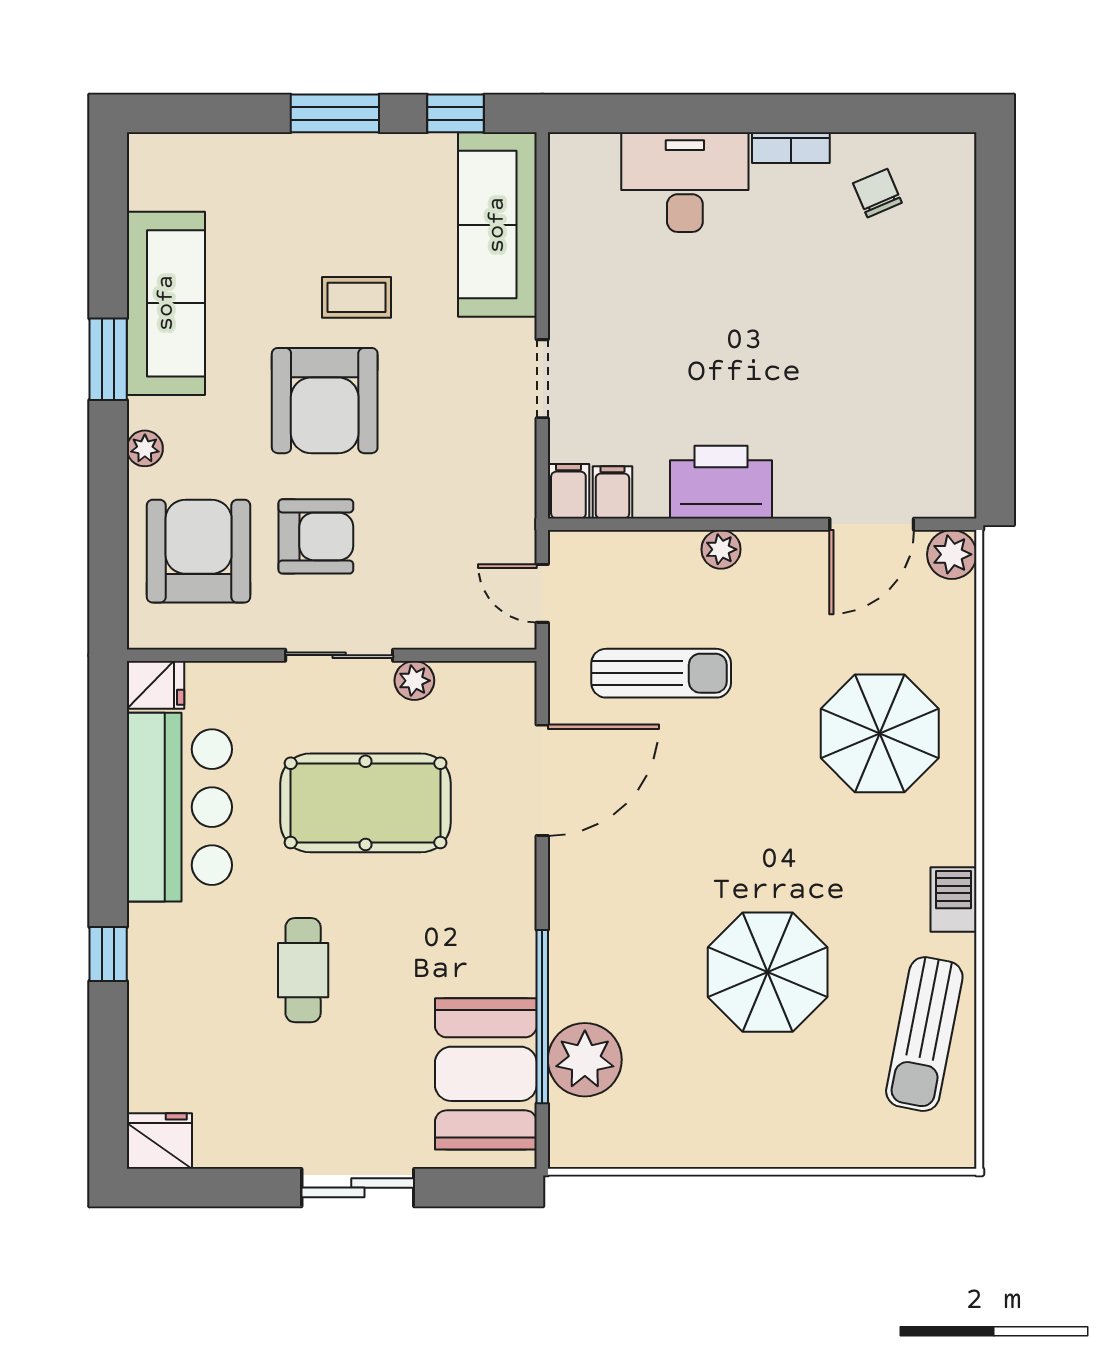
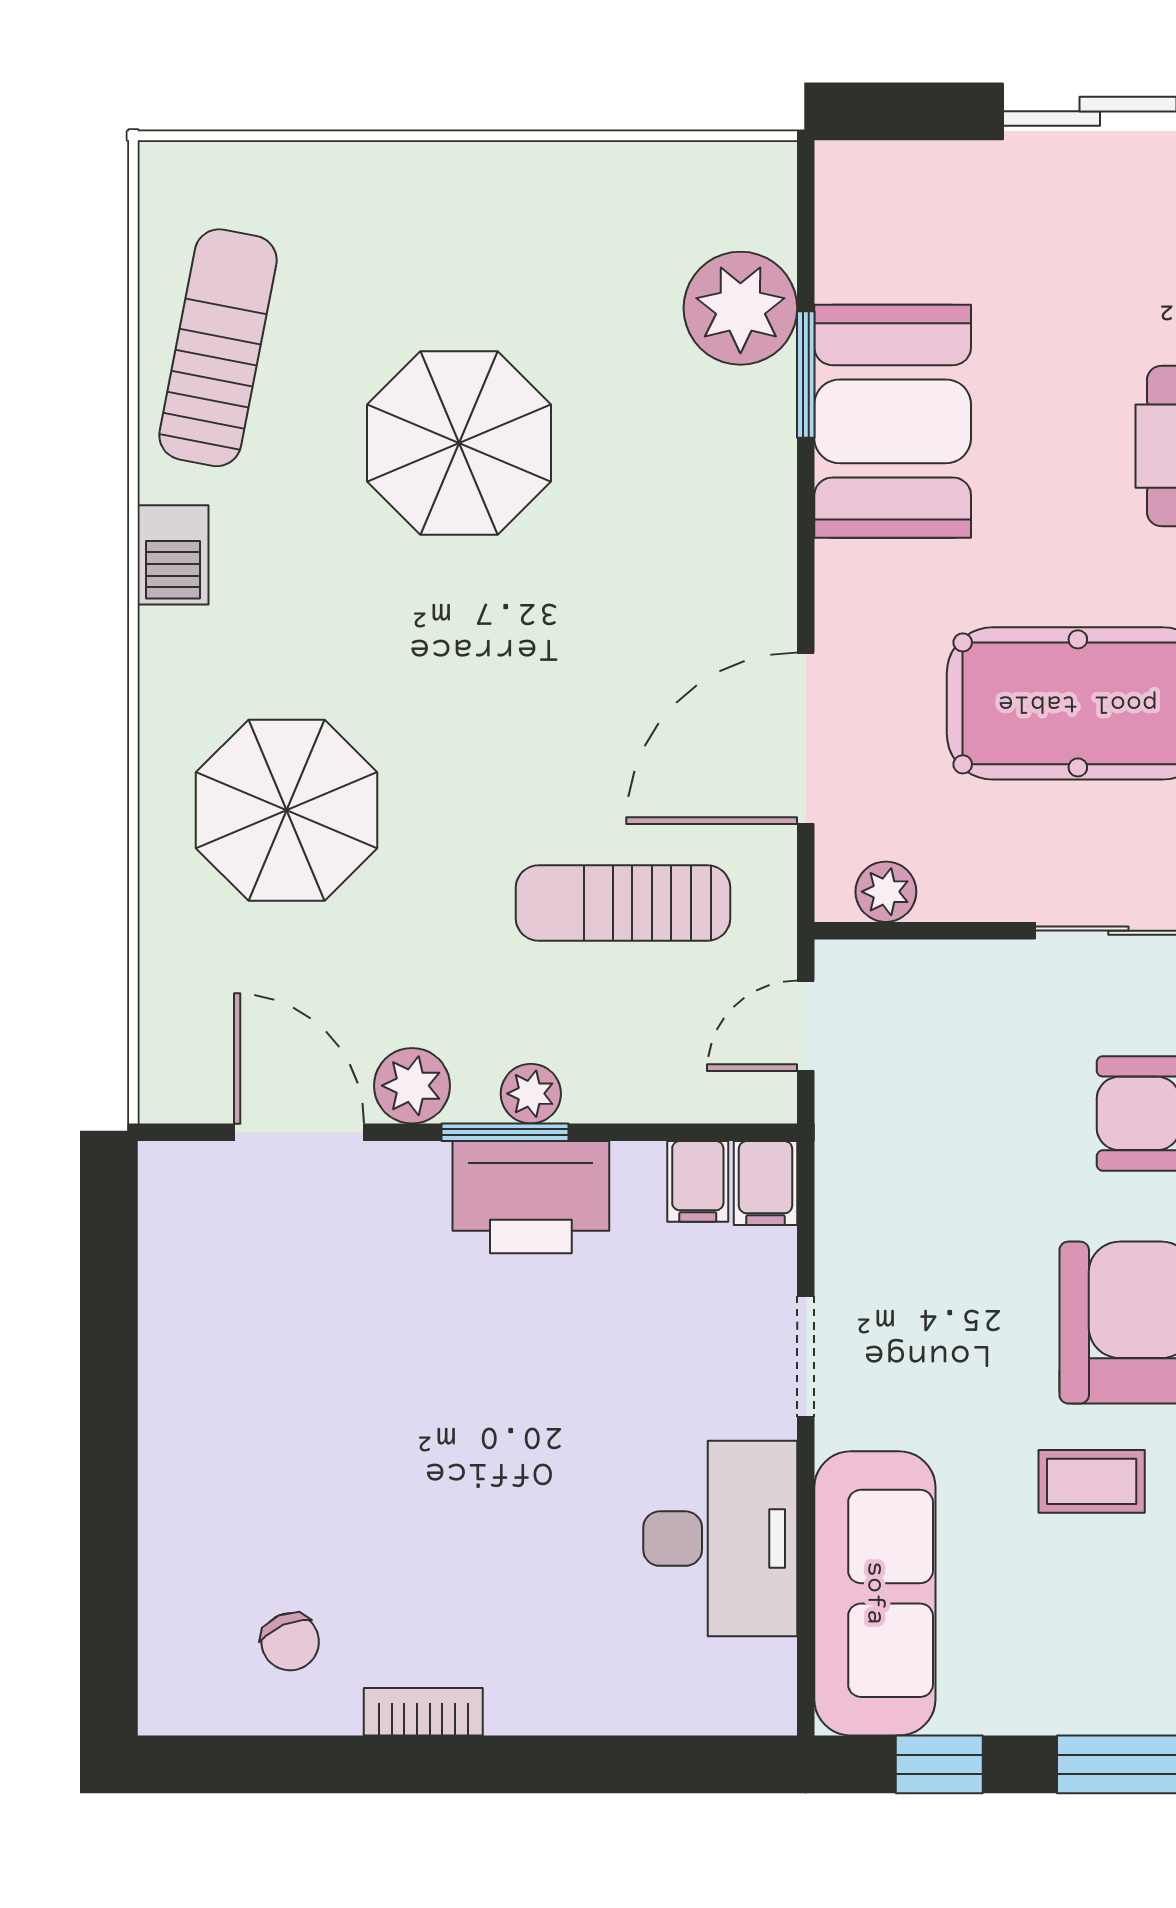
desk: (685, 182) -> (720, 1539), moved, turned -90
window: (738, 524) -> (505, 1132), added
door: (872, 524) -> (299, 1132), hinge flipped
plant: (952, 554) -> (412, 1086), moved
door: (542, 593) -> (806, 1026), swing flipped
plant: (414, 681) -> (886, 892), moved
window: (542, 1017) -> (806, 375), width x0.47
booth: (486, 1074) -> (893, 421), moved

